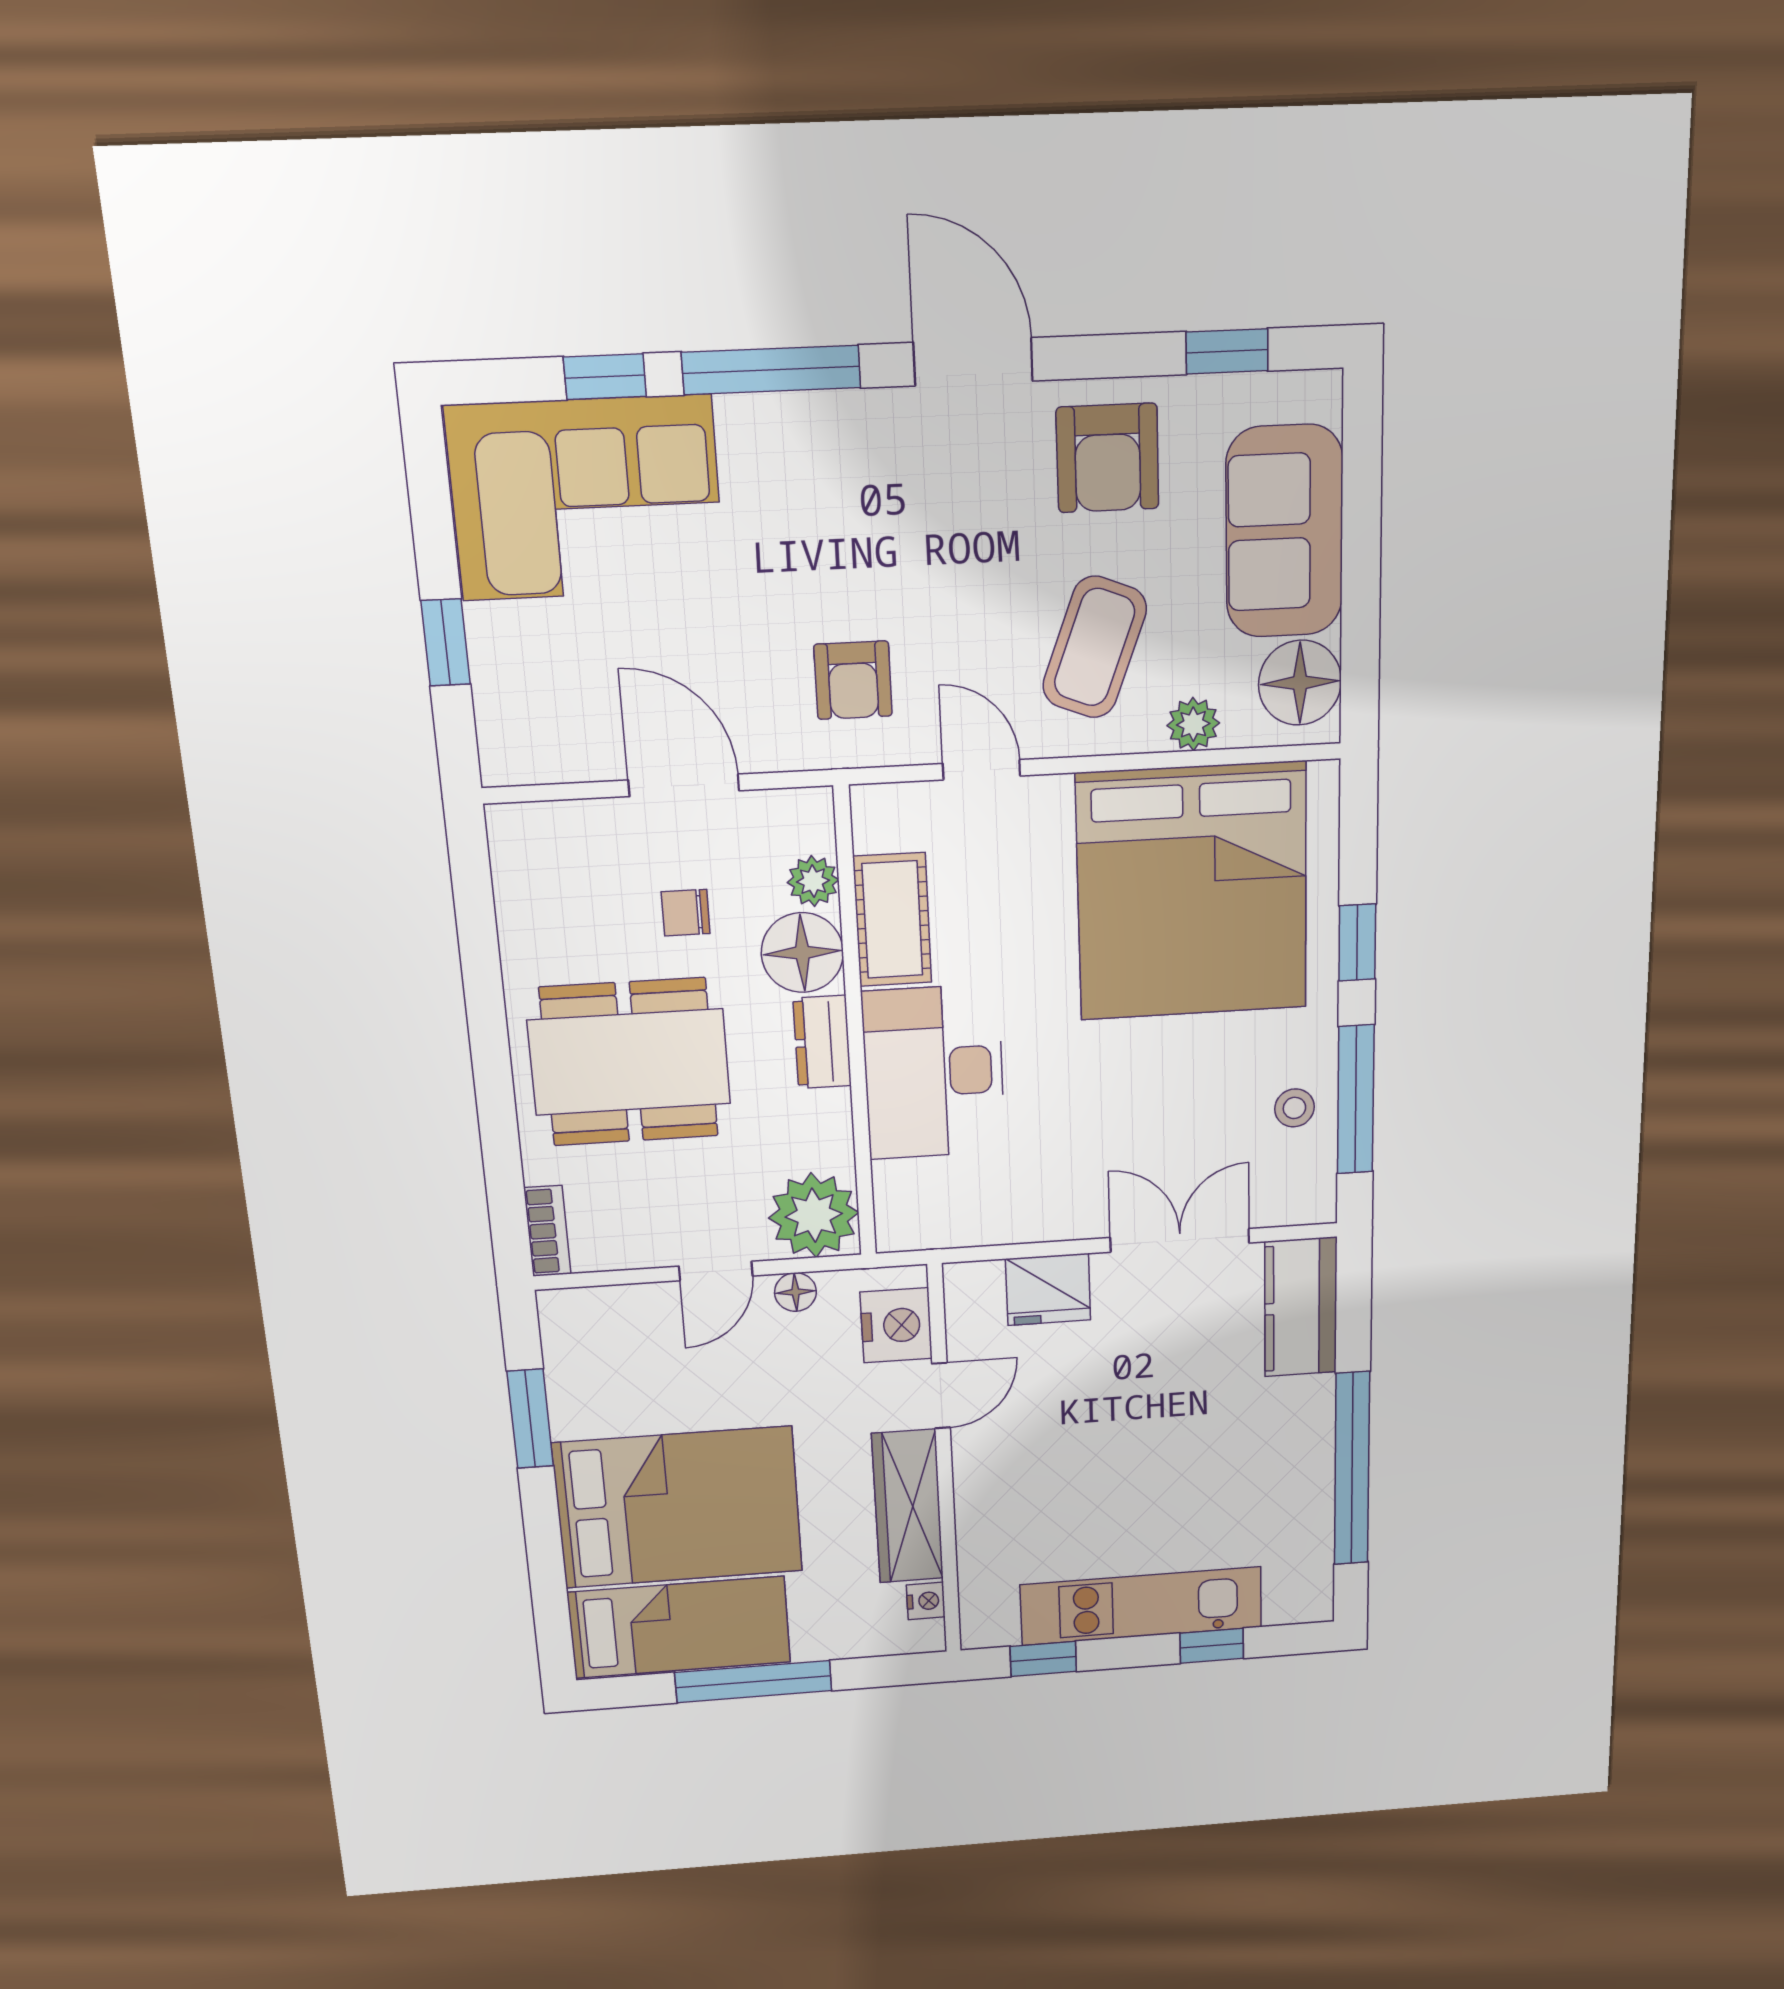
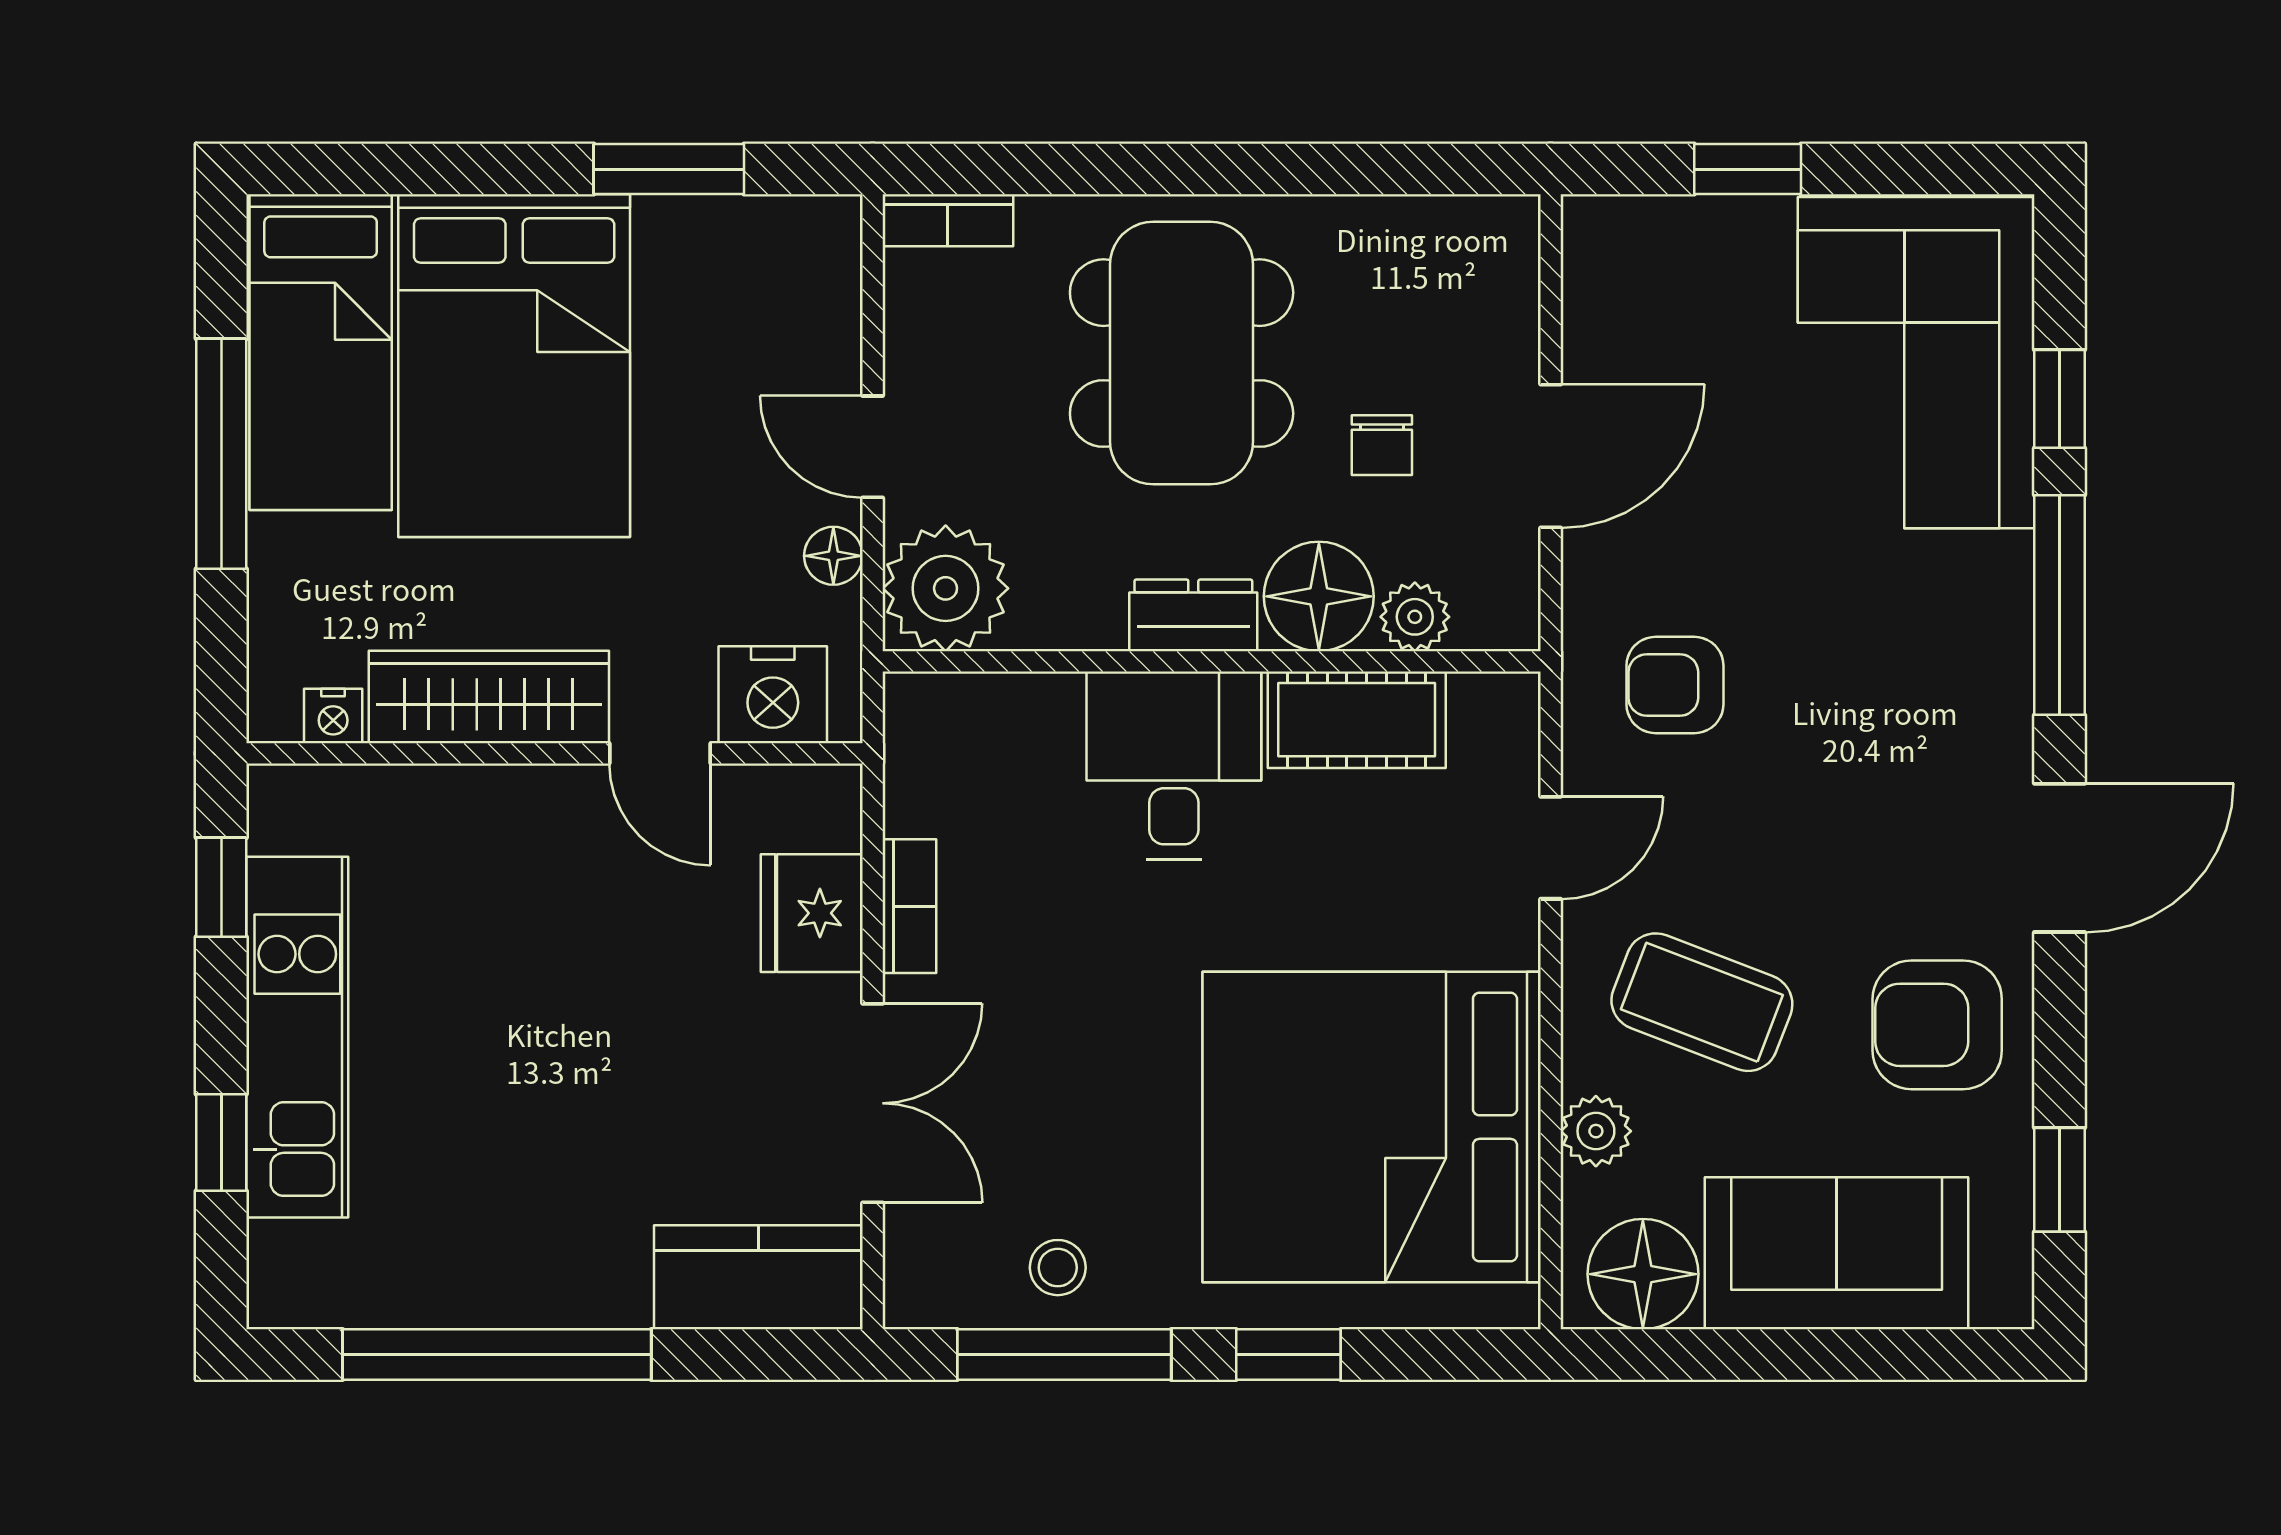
chair: (686, 913) -> (1382, 445), turned 180
desk: (934, 1072) -> (1174, 765), width x0.73
bookcase: (1041, 1225) -> (909, 906), added

